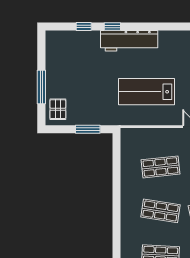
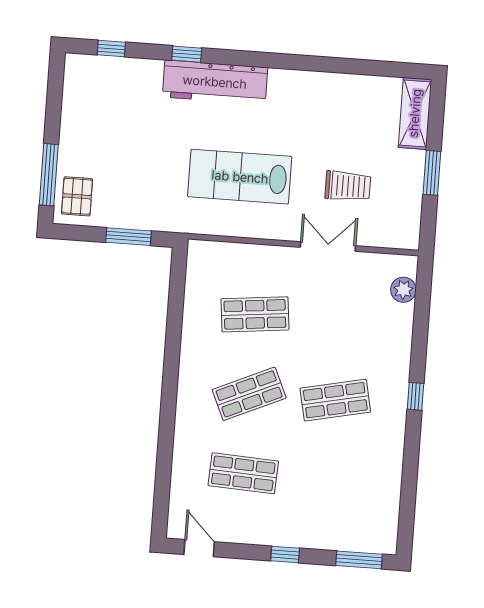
window: (84, 27) -> (111, 49), moved
window: (41, 87) -> (49, 175), moved
shop shelf: (160, 211) -> (249, 394), turned -33

